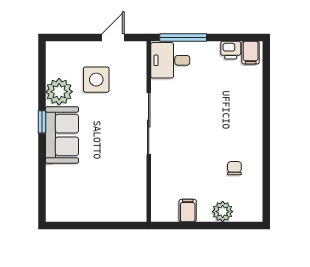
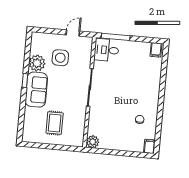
printer: (231, 50) -> (144, 47), removed
rug: (97, 187) -> (55, 123), added
filing cabinet: (188, 211) -> (149, 146), moved
plant: (223, 212) -> (93, 142), moved

